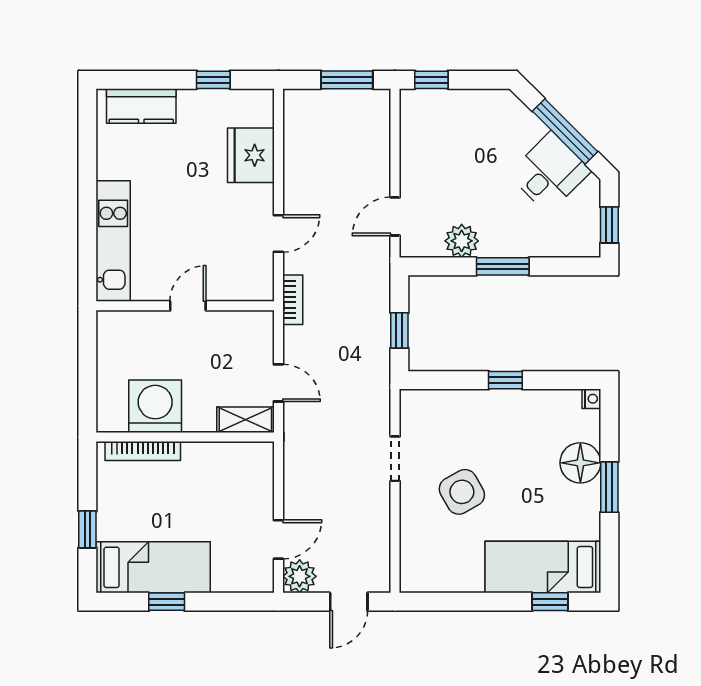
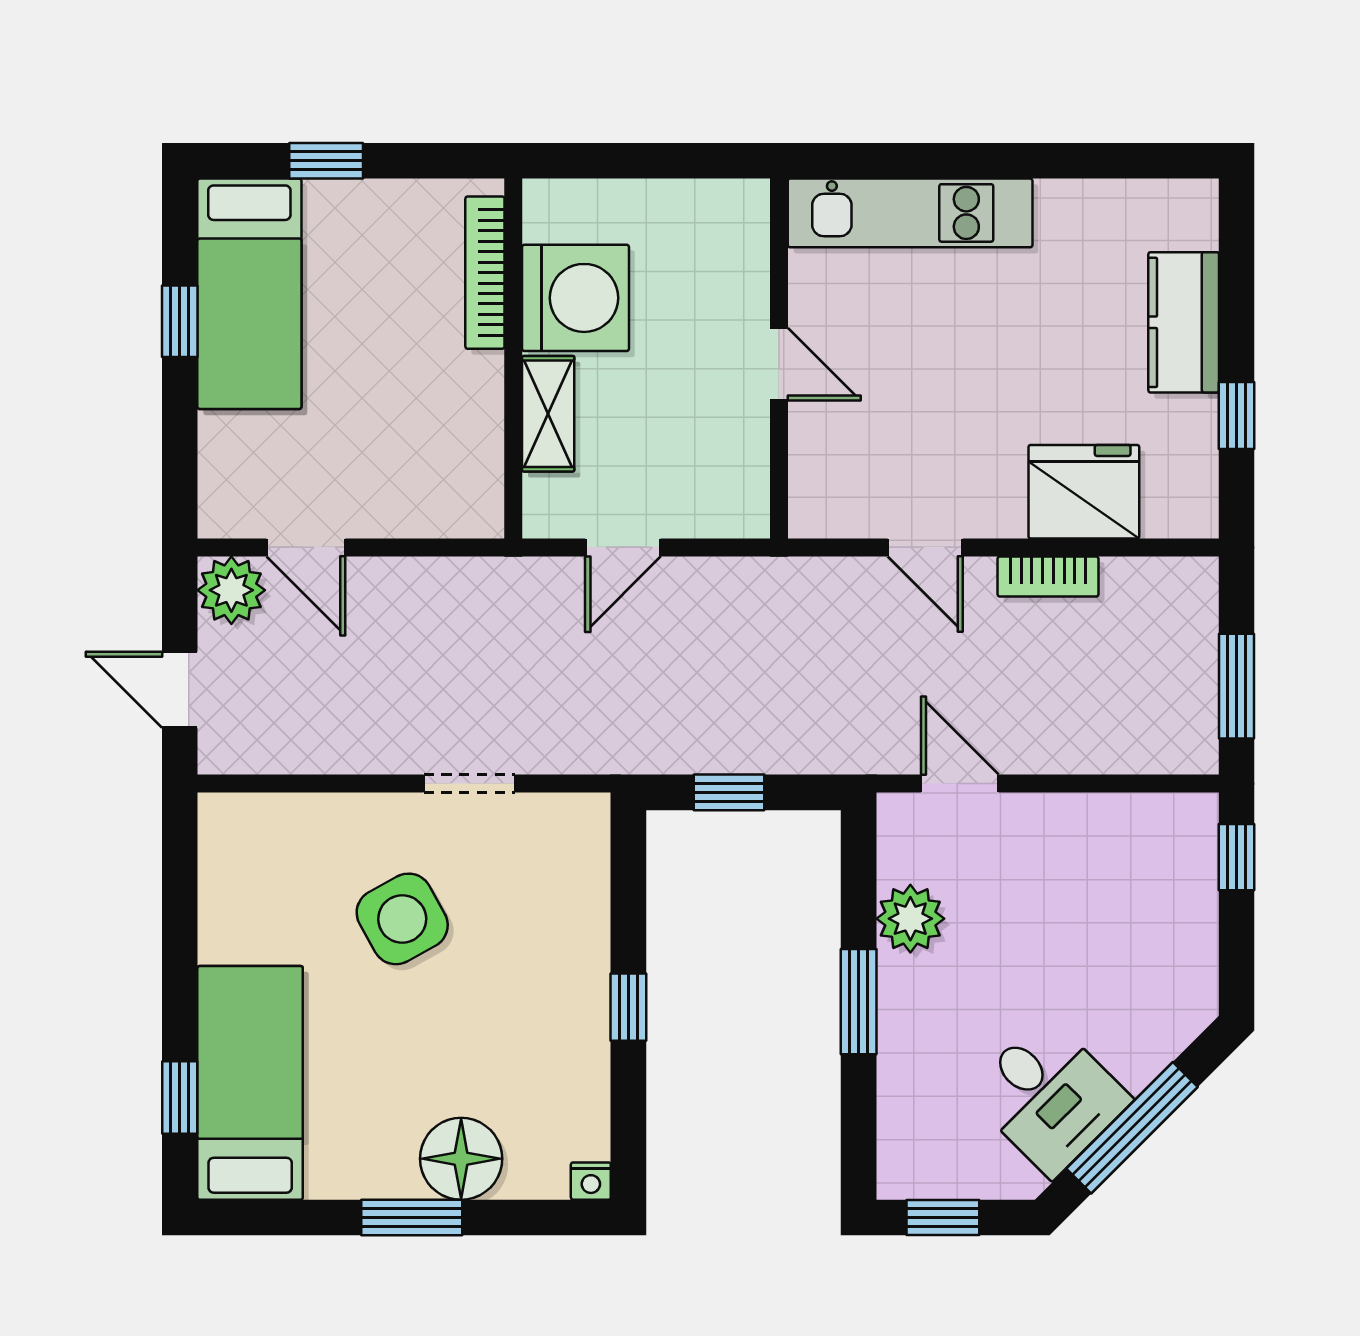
kitchen counter: (141, 106) -> (1184, 322), moved
bookcase: (293, 300) -> (1048, 576), moved
shelving: (245, 420) -> (548, 414), moved

